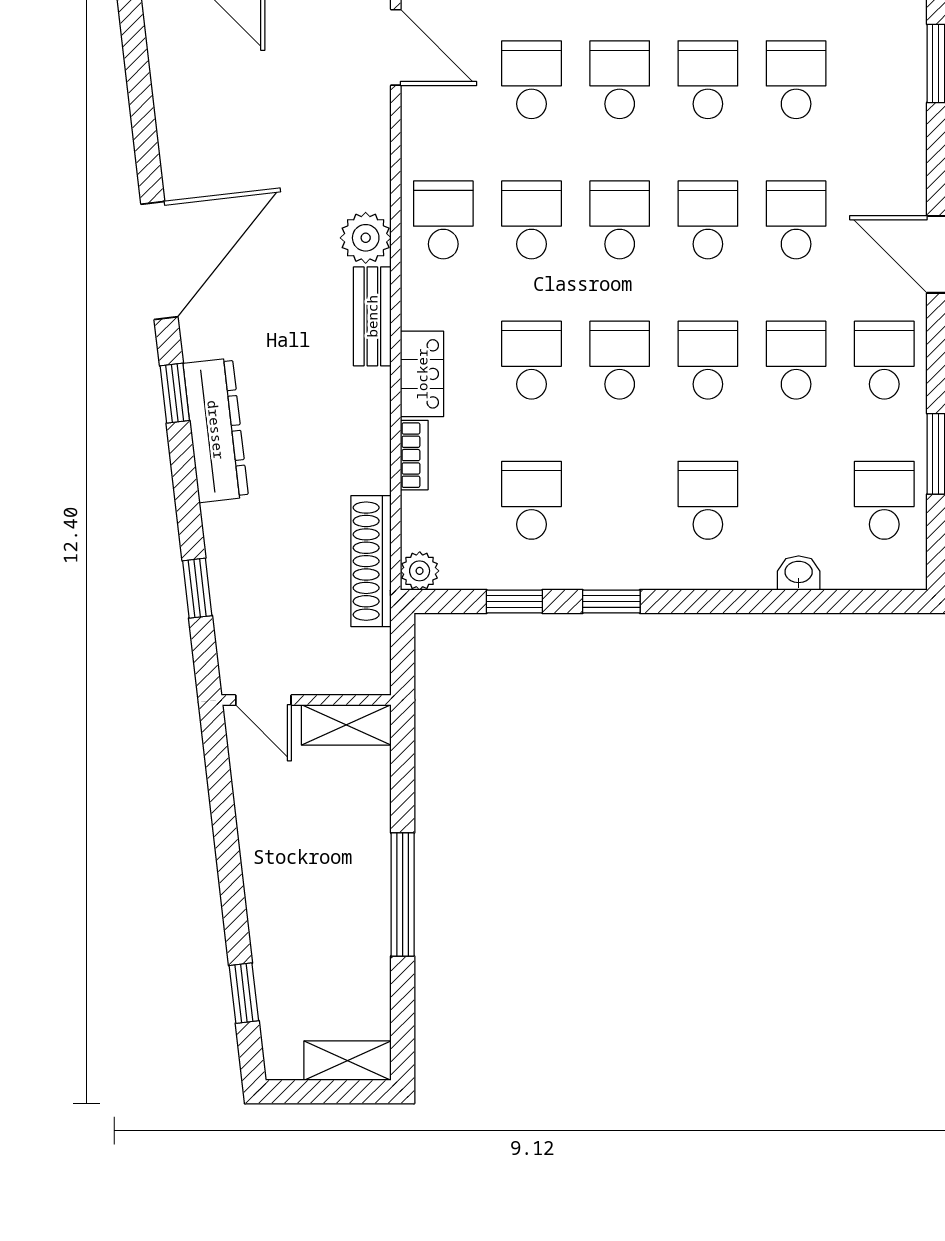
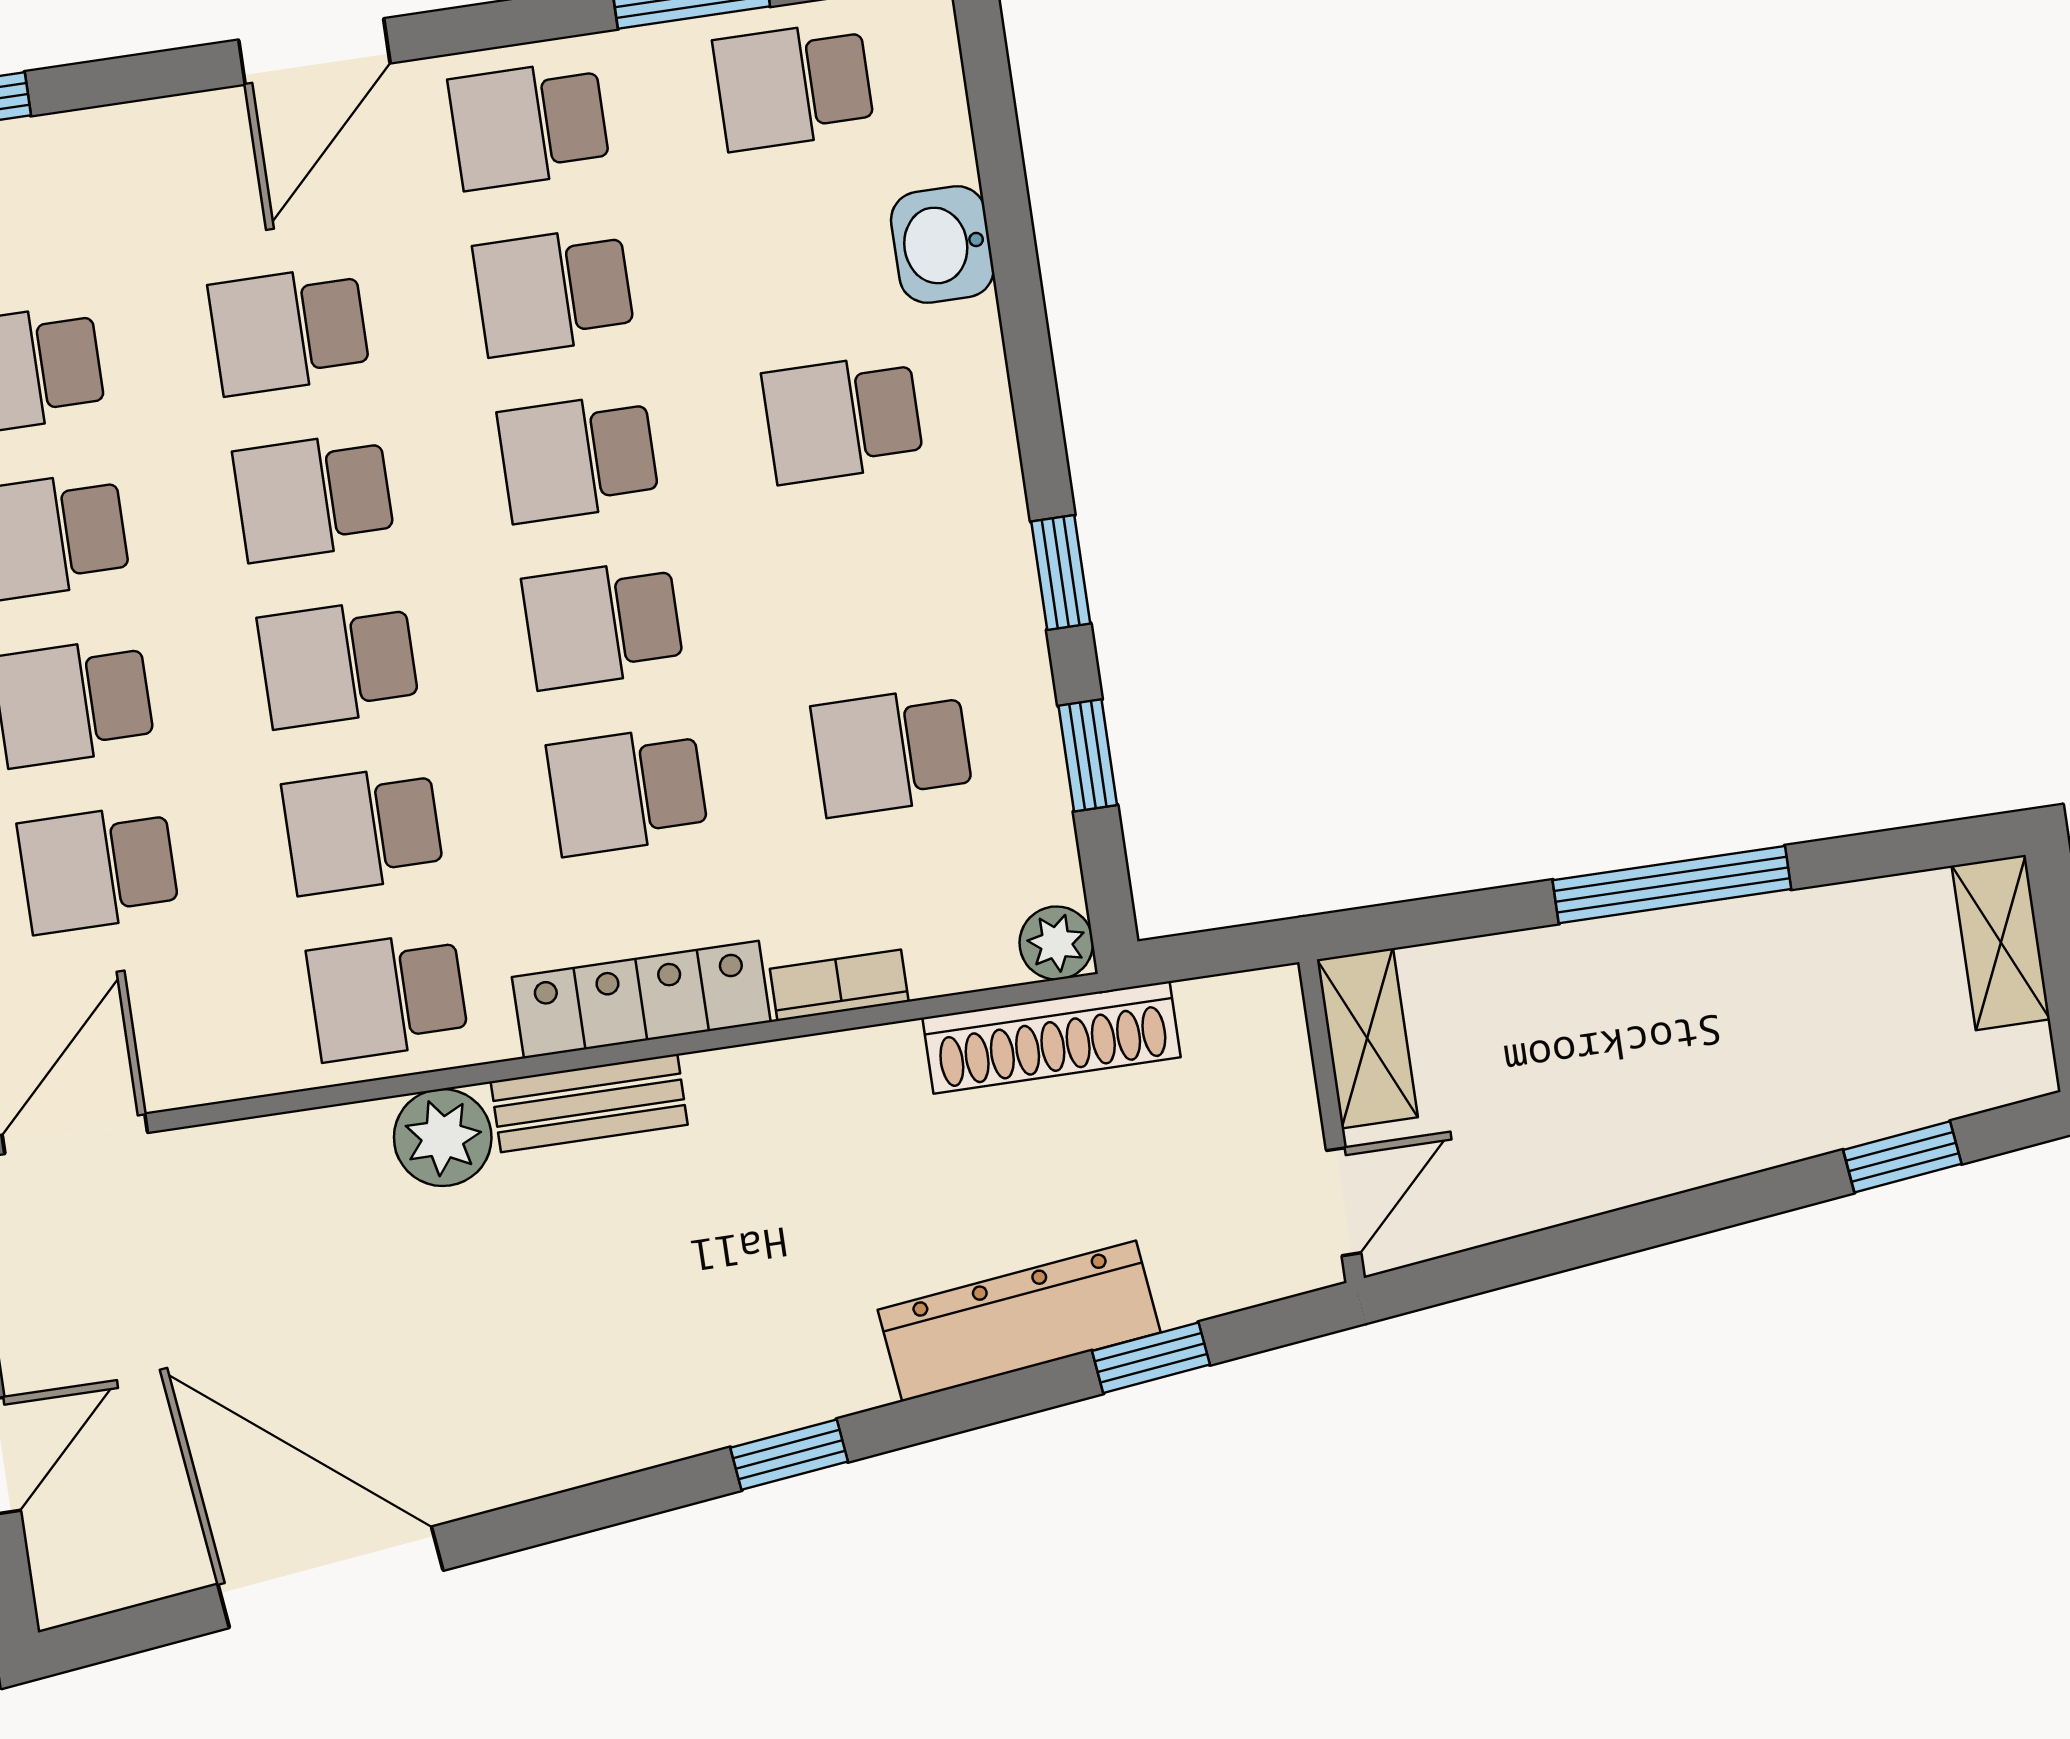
door: (159, 261) -> (330, 1577), moved
locker: (422, 374) -> (641, 1000), width x1.53
dresser: (216, 430) -> (1019, 1321), moved
washbasin: (799, 573) -> (942, 245), width x1.38, depth x1.45

